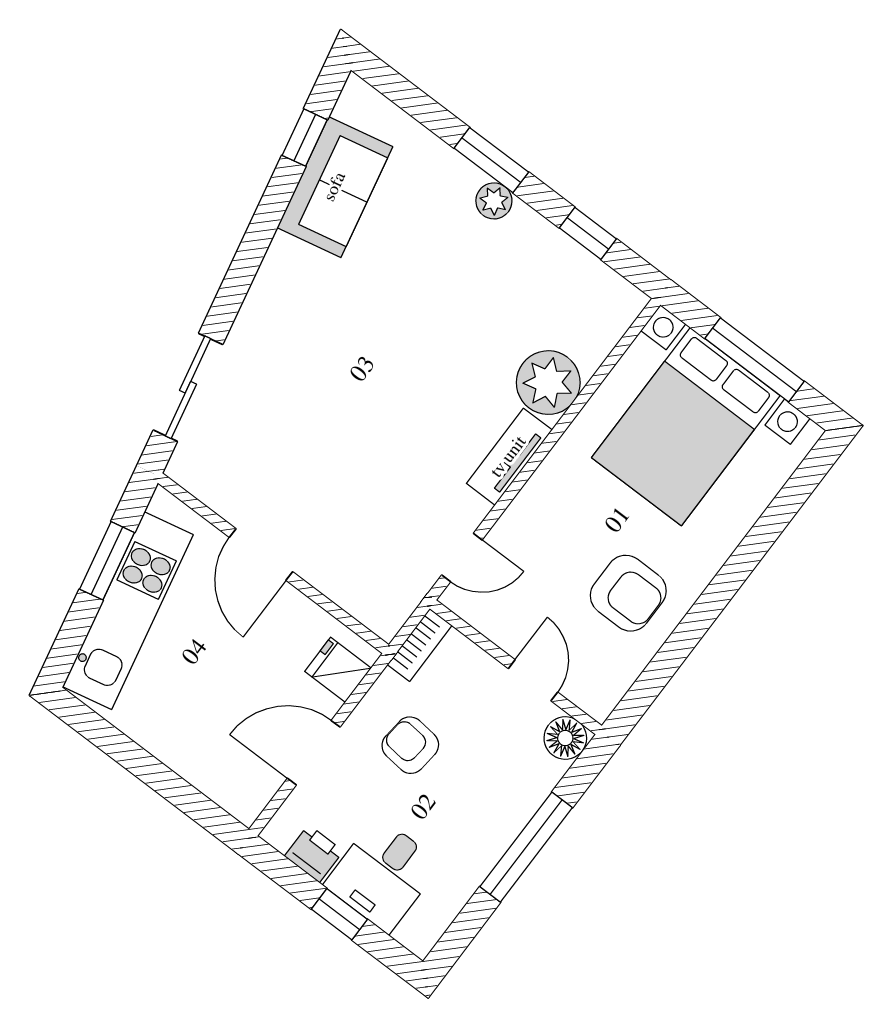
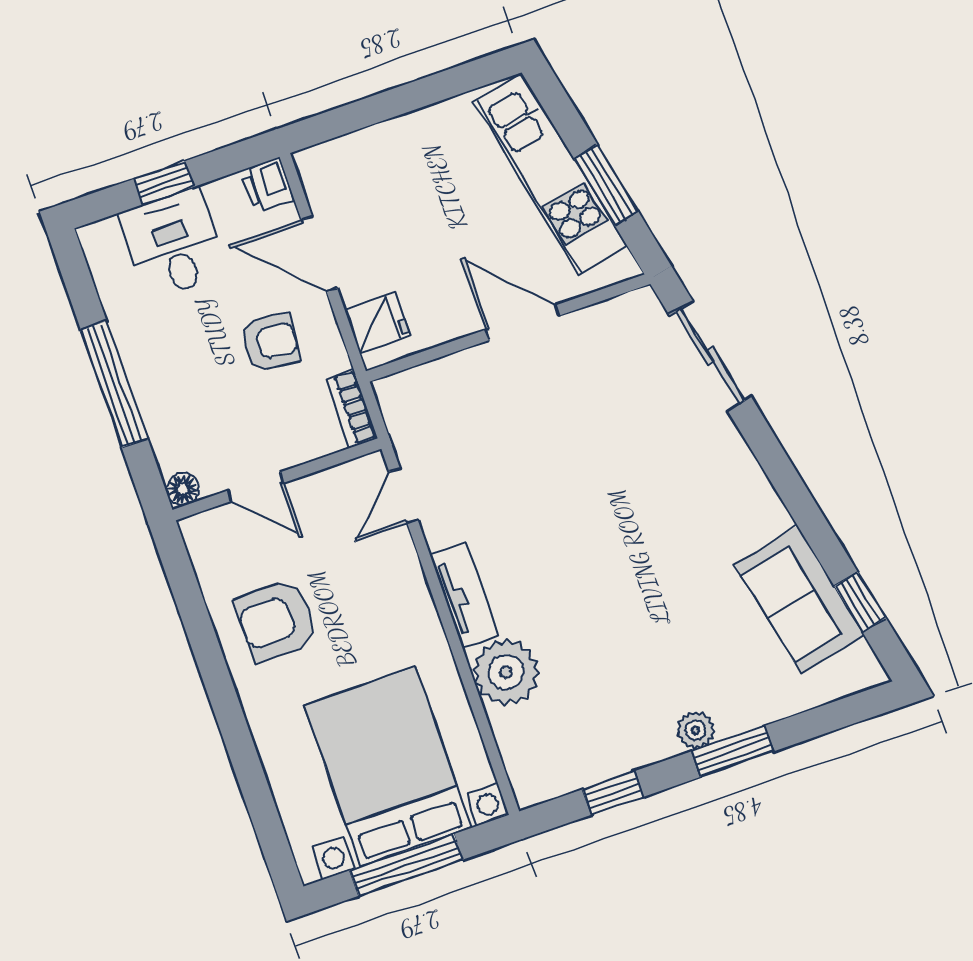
floor lamp: (565, 738) -> (183, 489), width x0.73, depth x0.73
door: (314, 753) -> (319, 254), swing flipped
printer: (314, 854) -> (267, 185), moved, turned 90

